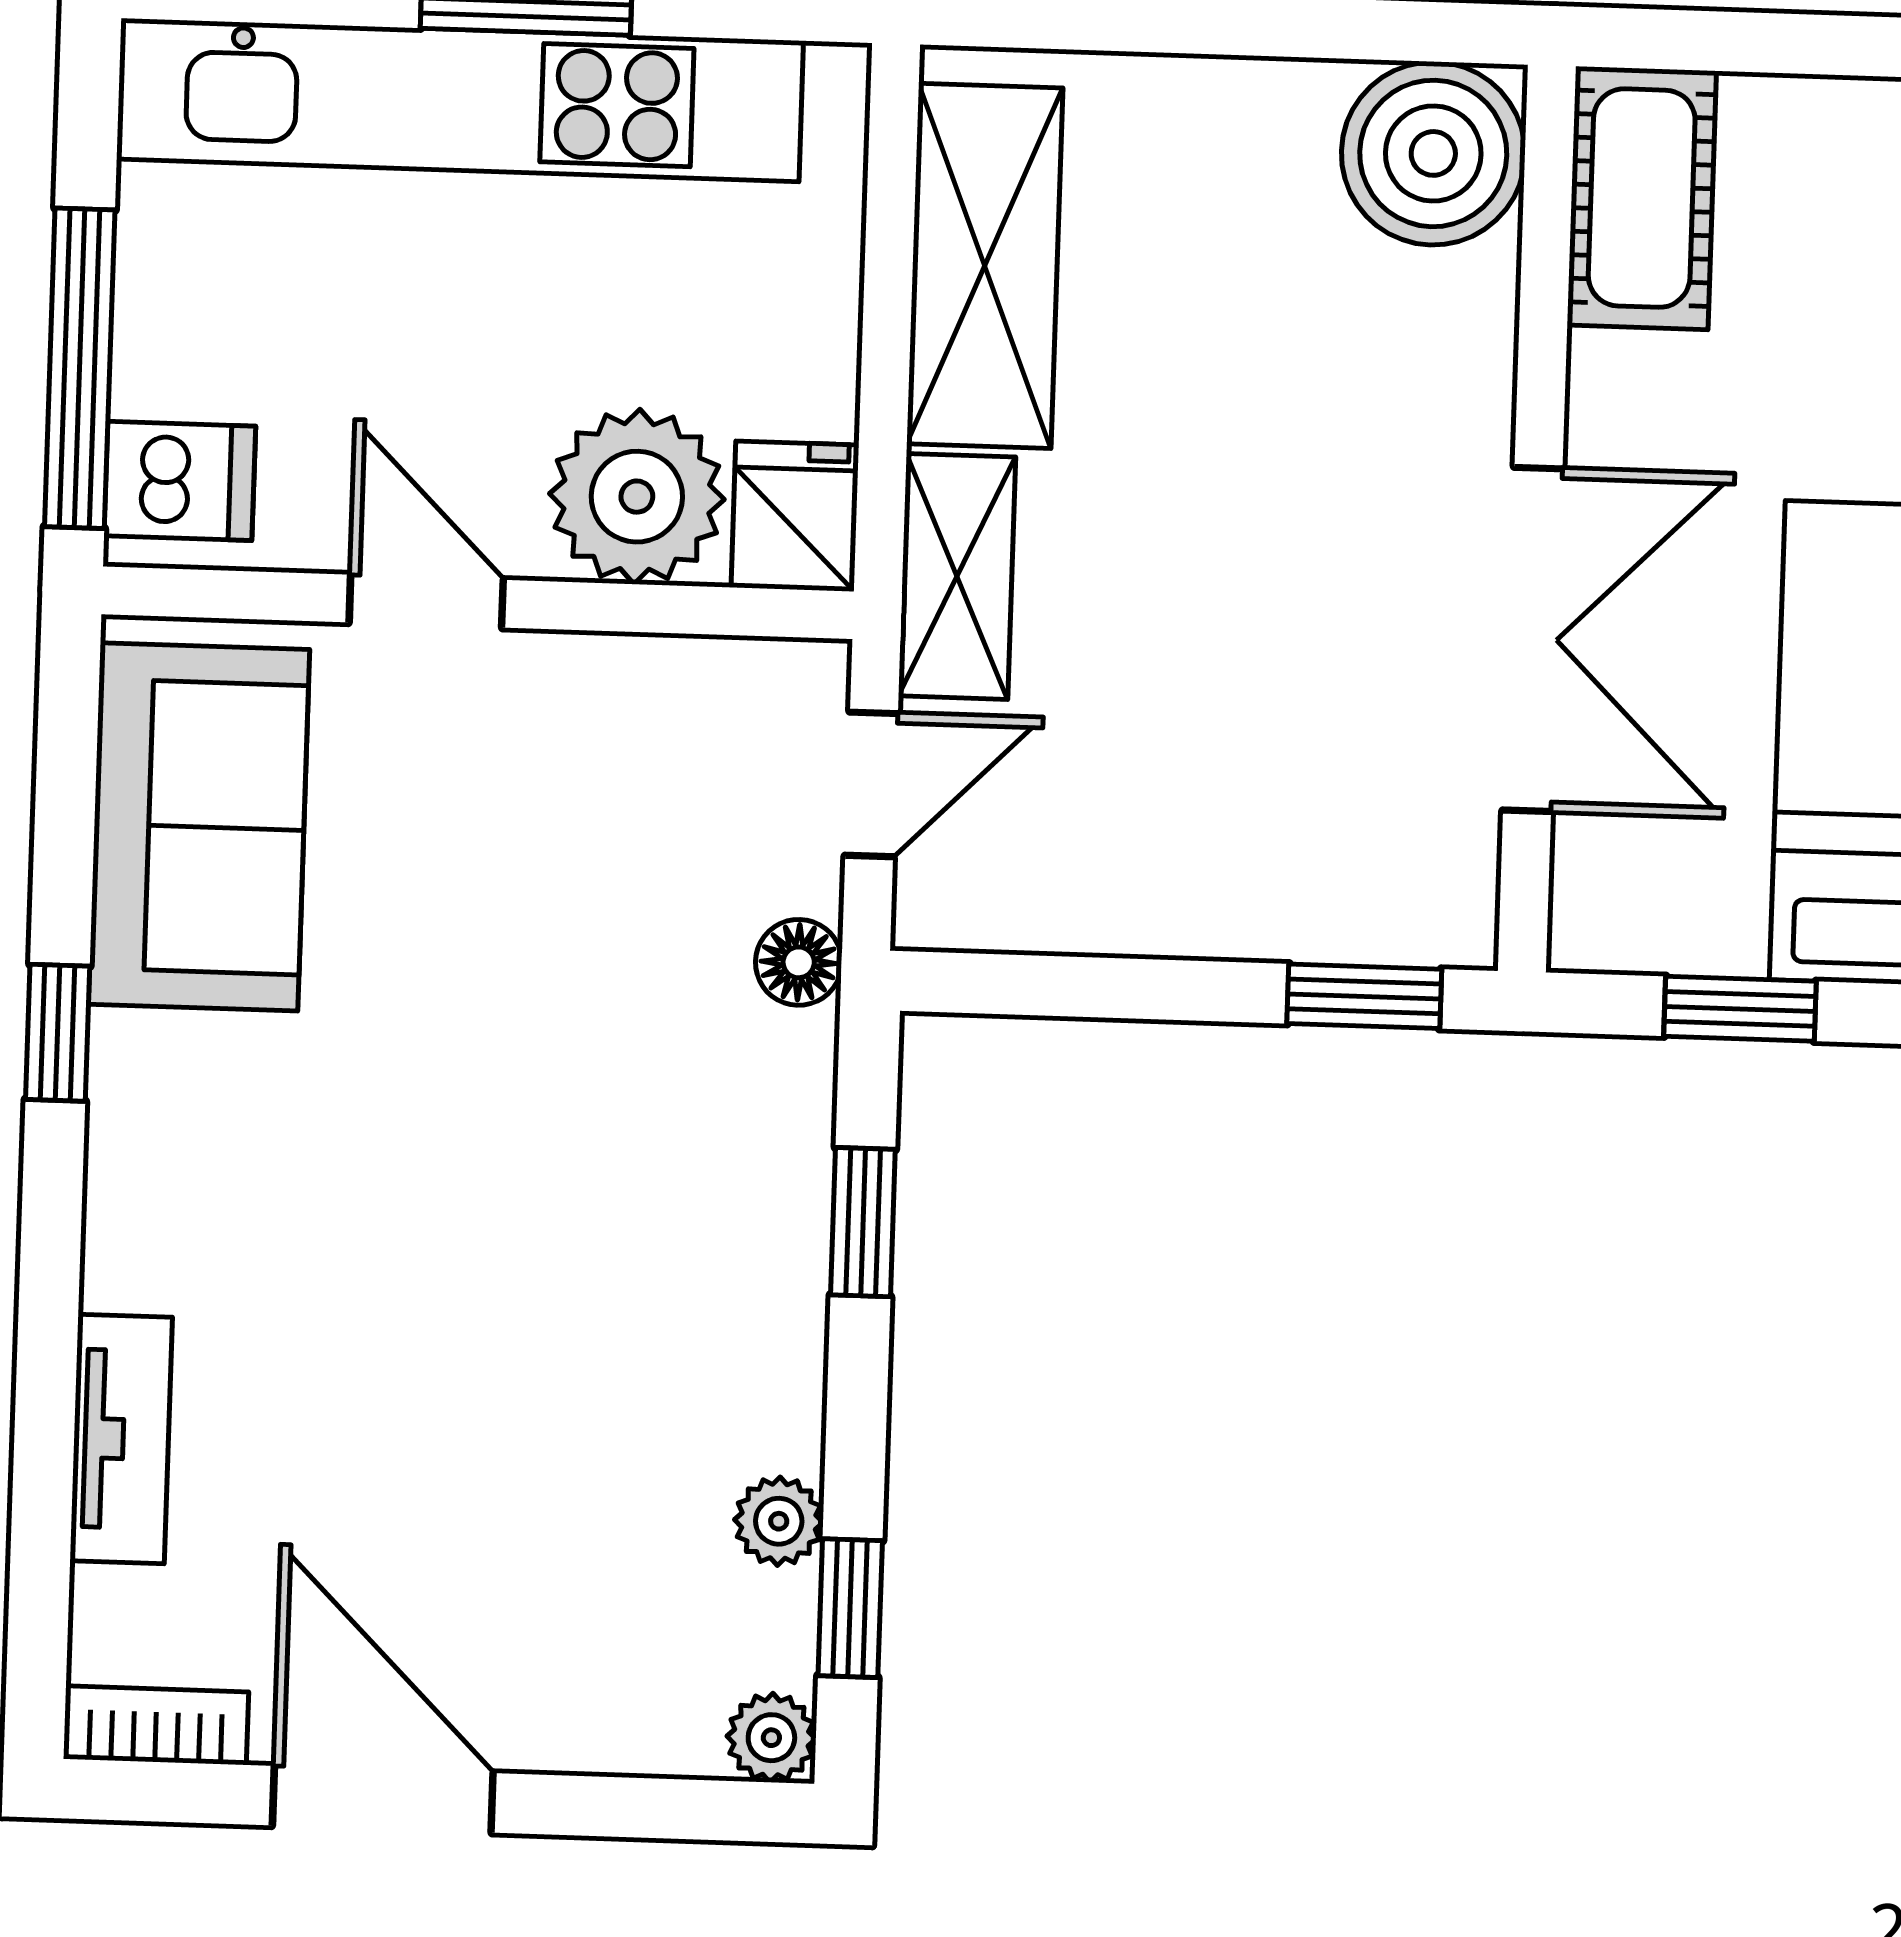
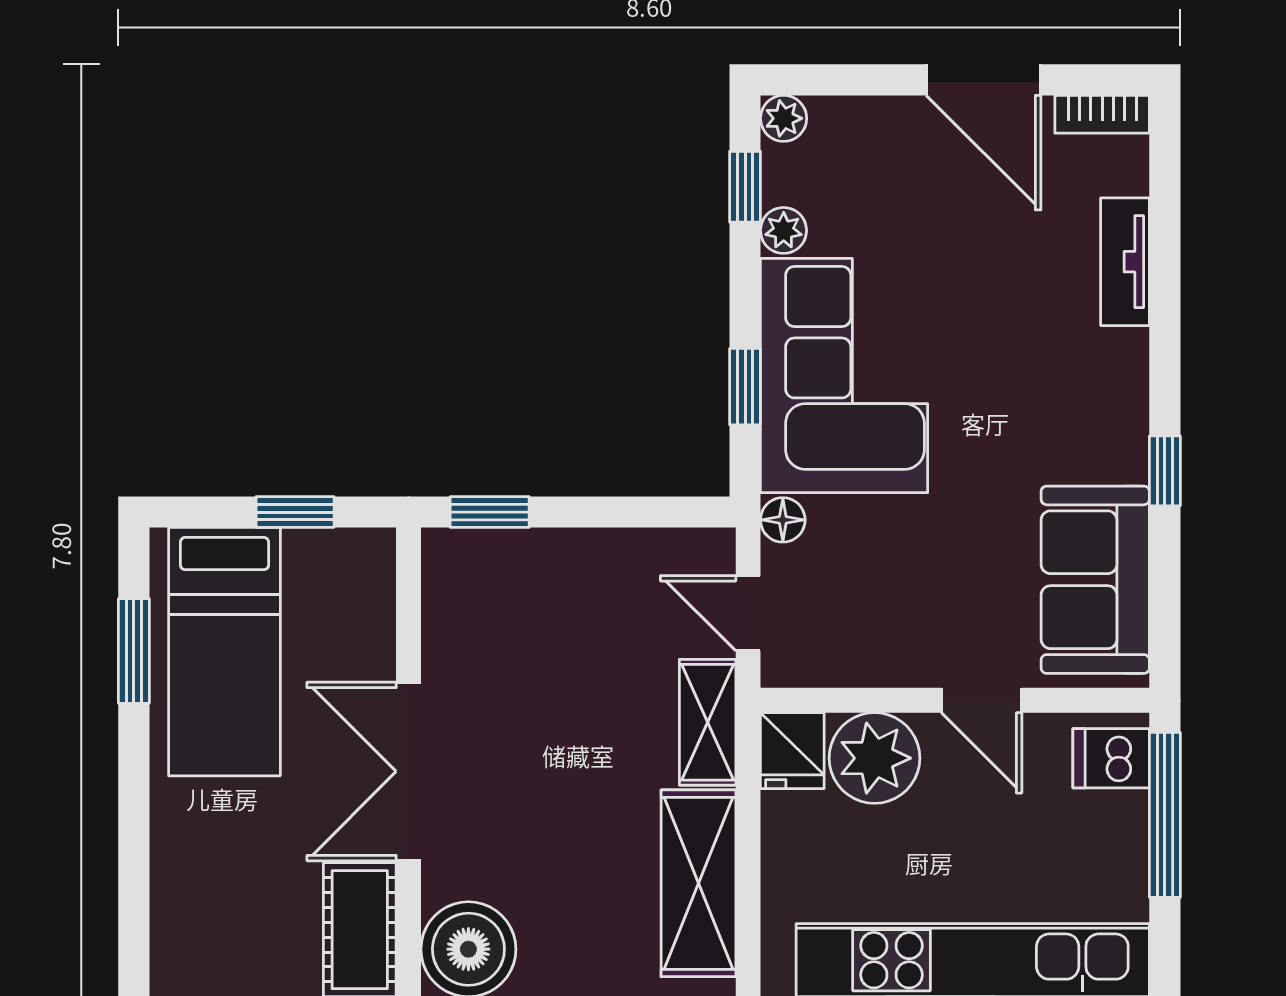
double door: (1533, 639) -> (409, 771), moved
door: (872, 784) -> (748, 613), hinge flipped
corner sofa: (671, 1237) -> (844, 376), added

